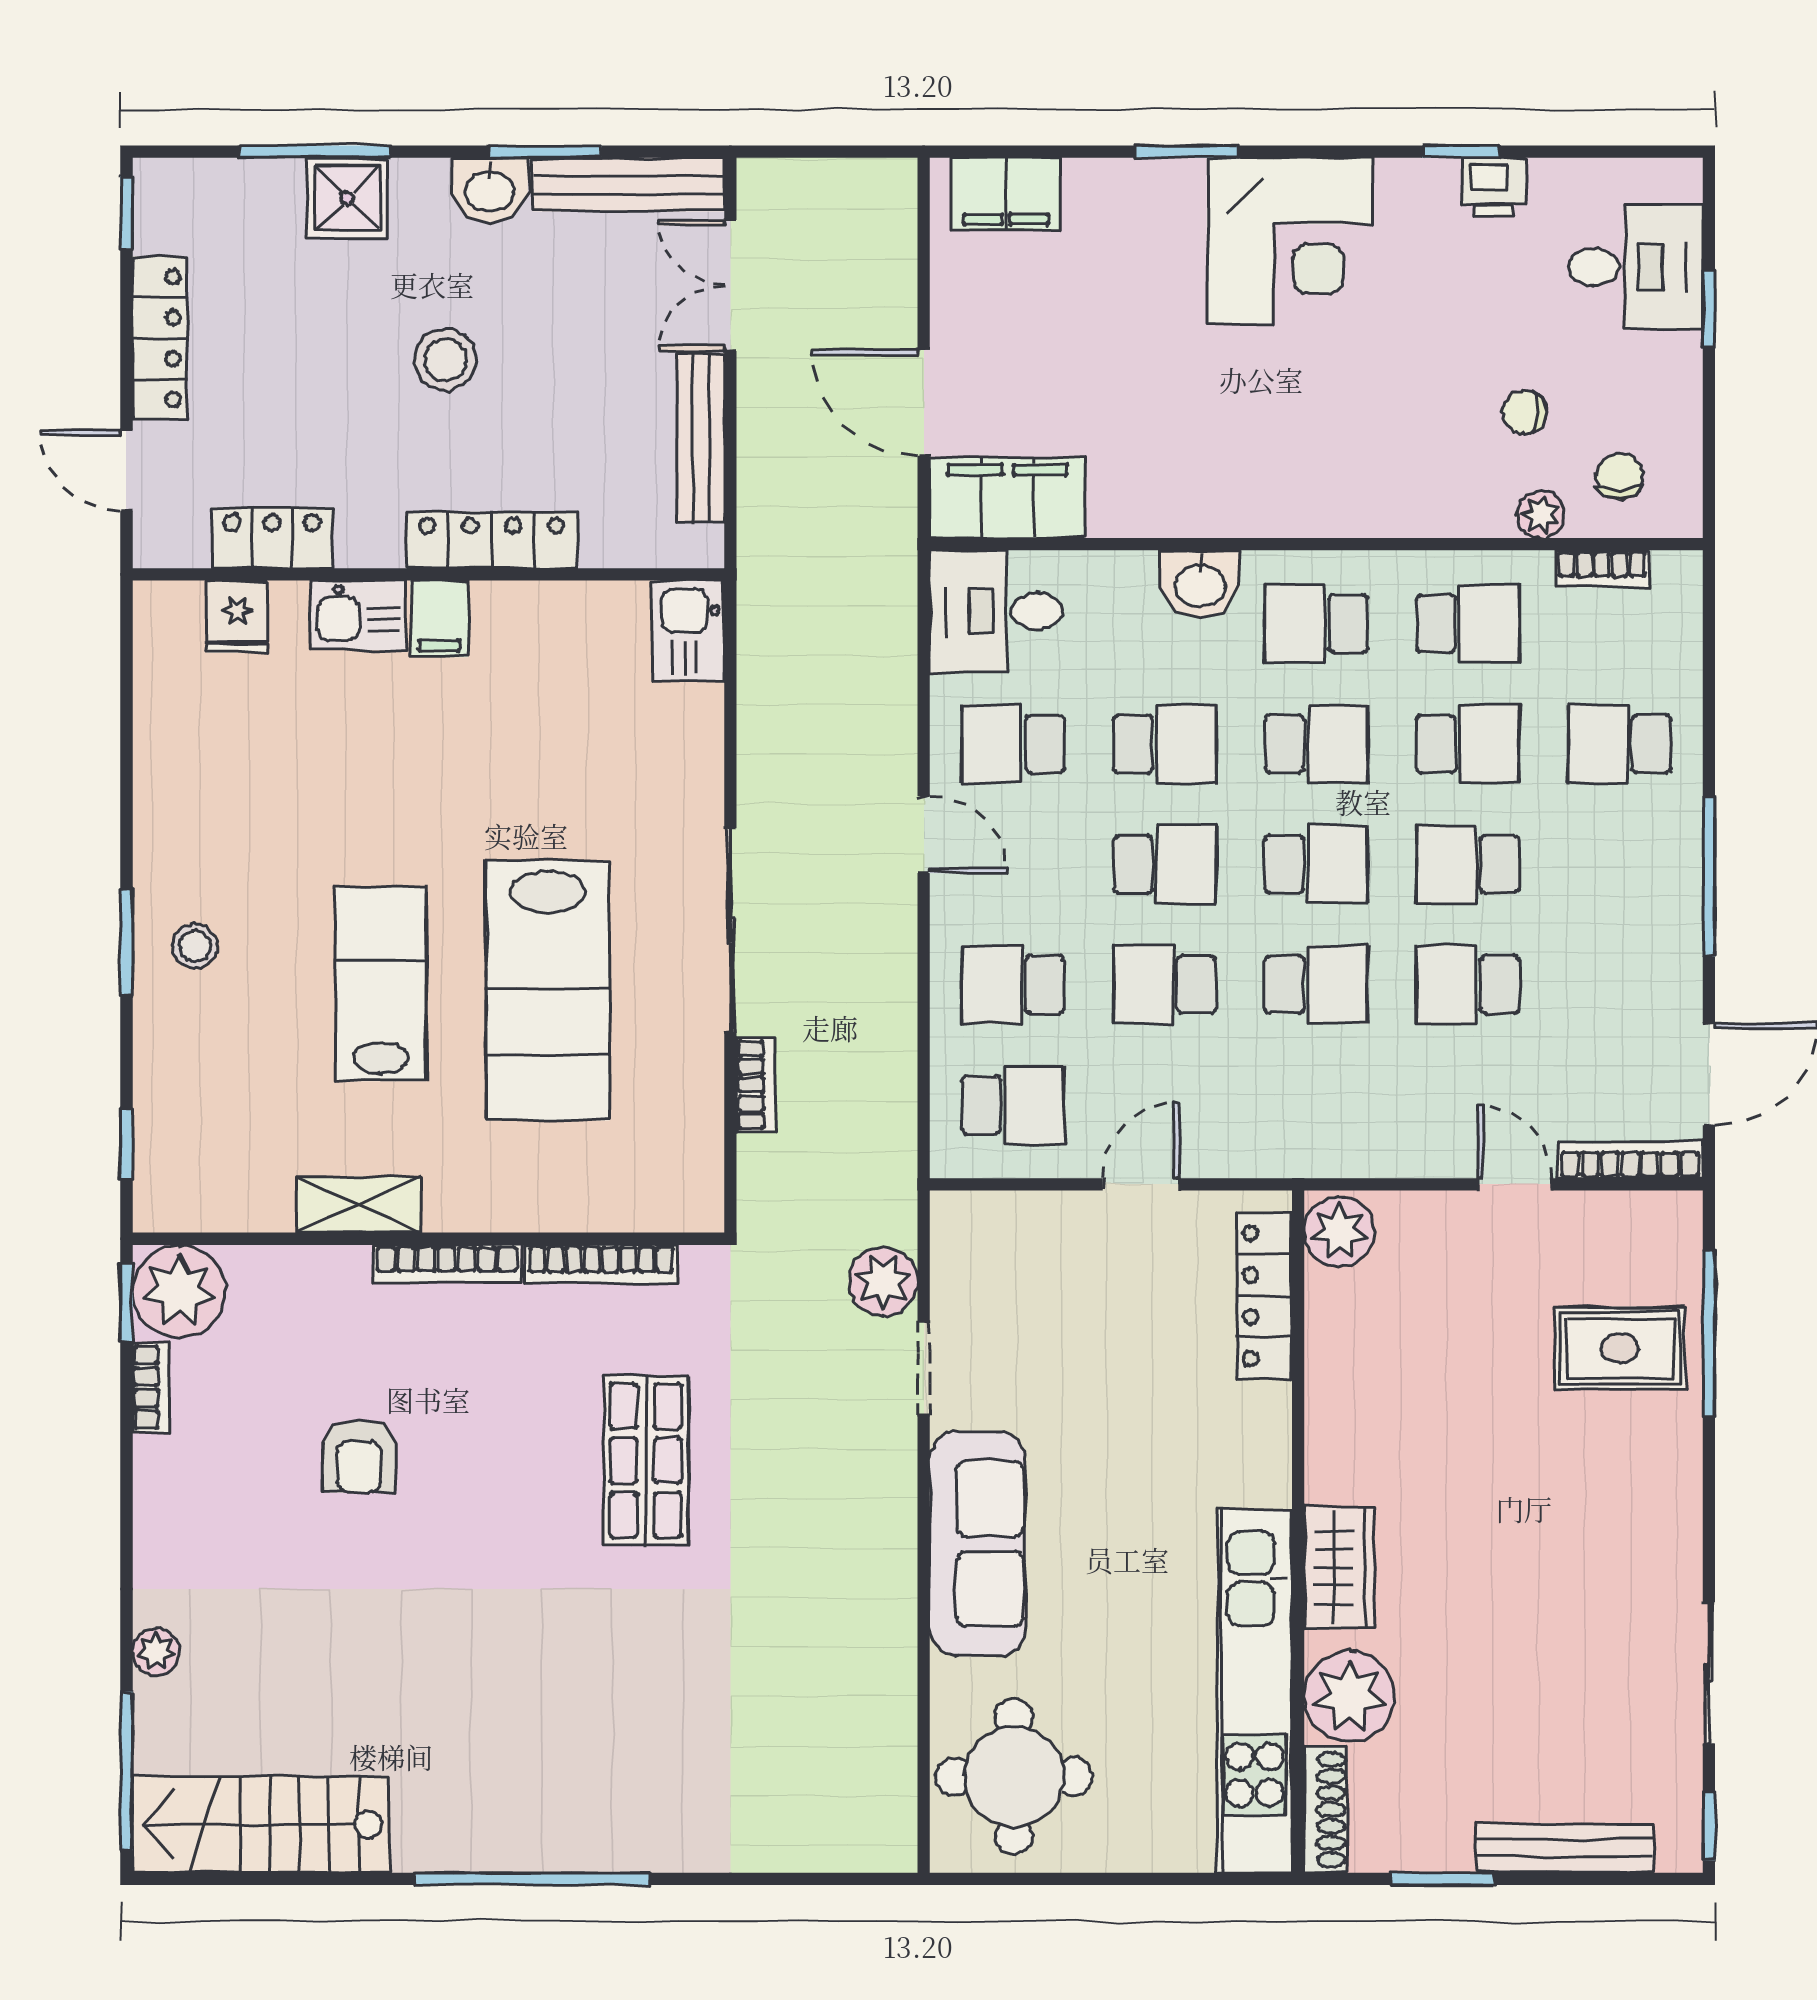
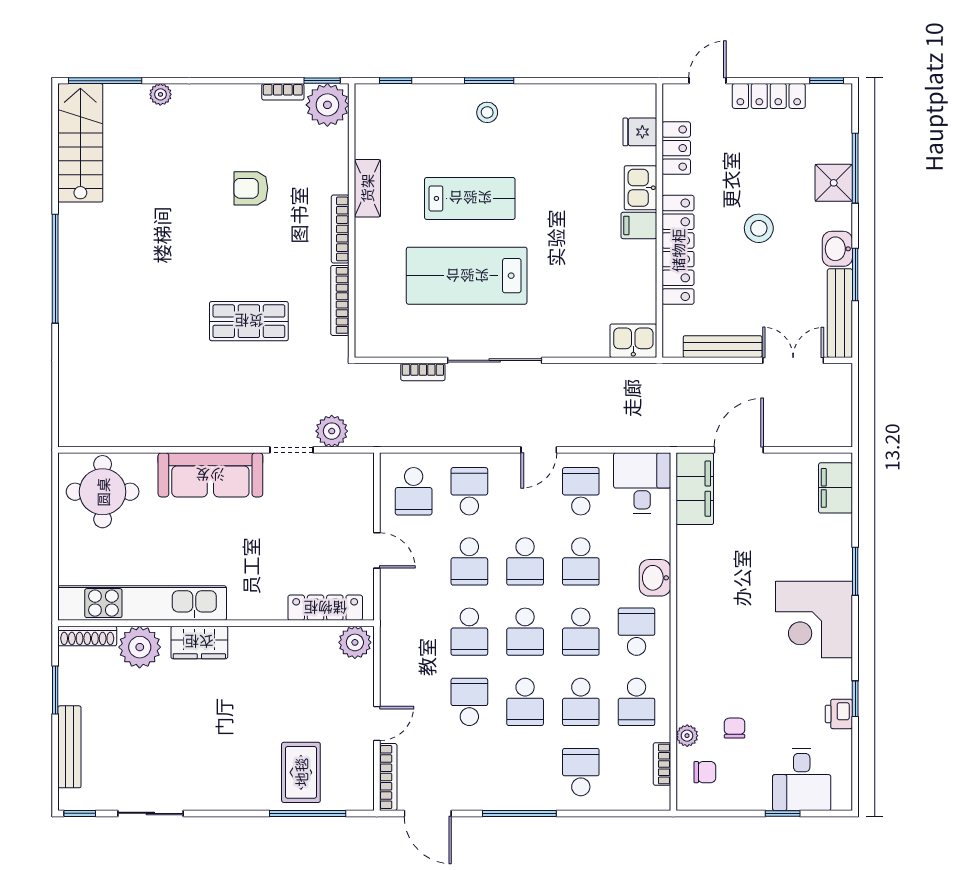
locker: (492, 540) -> (678, 250), width x1.41, depth x1.21
school desk: (1468, 864) -> (525, 702), turned 180
school desk: (1165, 985) -> (469, 561), turned 180

